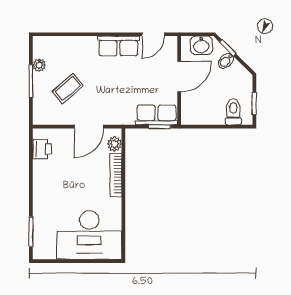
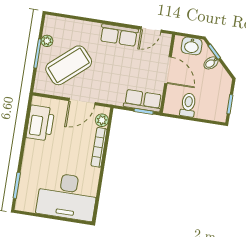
door: (179, 77) -> (168, 70), hinge flipped
coffee table: (68, 89) -> (69, 65), width x1.86, depth x1.72
toilet: (233, 112) -> (188, 105), moved
printer: (42, 149) -> (40, 123), width x1.87, depth x1.48

